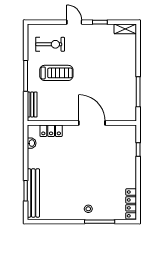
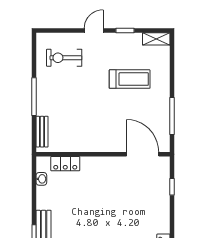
door: (74, 22) -> (94, 31), hinge flipped
exercise bike: (50, 44) -> (64, 58), turned 180
treadmill: (56, 73) -> (130, 79), moved
door: (92, 123) -> (143, 154), moved

